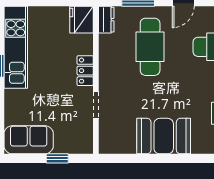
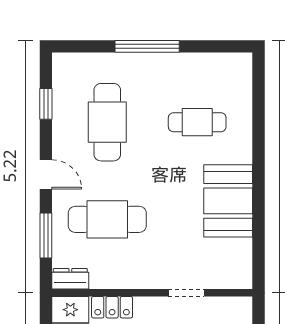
locker: (85, 71) -> (112, 307), moved

